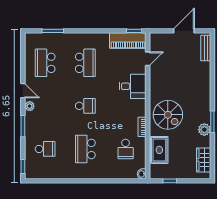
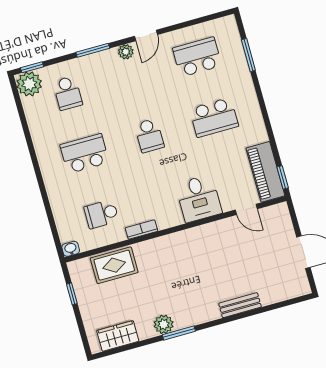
bench: (206, 48) -> (240, 305), moved
spiral stairs: (168, 115) -> (171, 263), removed
plant: (33, 171) -> (29, 84), added

